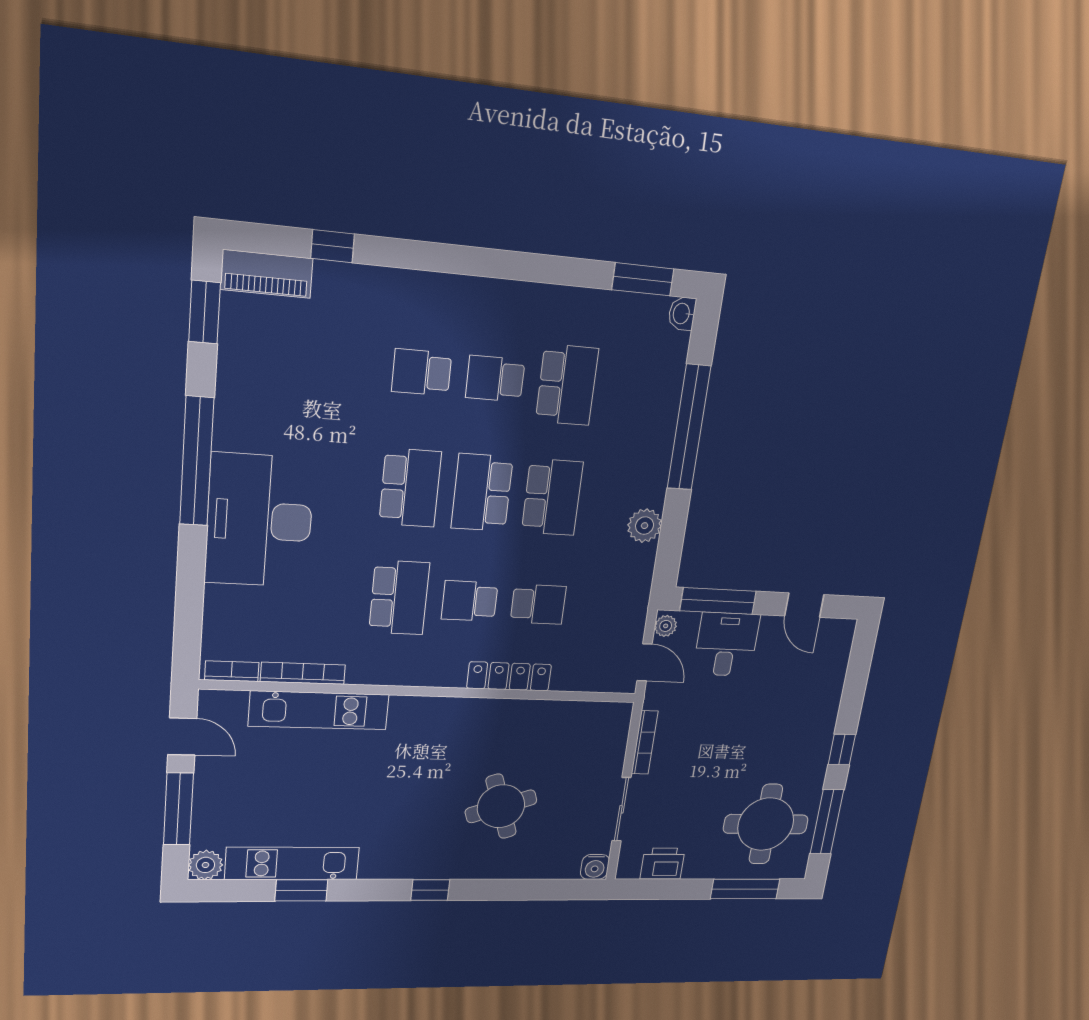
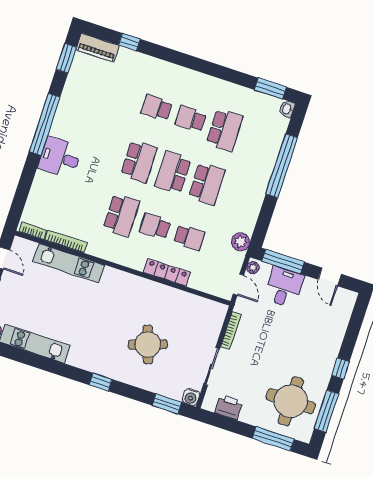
desk: (259, 521) -> (60, 158), width x0.53, depth x0.77
plant: (645, 526) -> (241, 242), moved
window: (301, 890) -> (167, 404), moved

